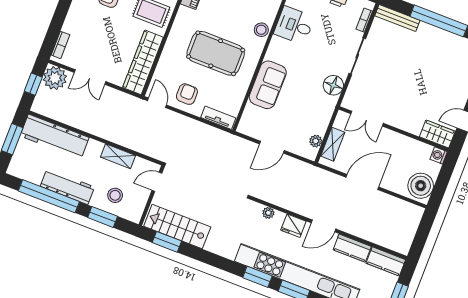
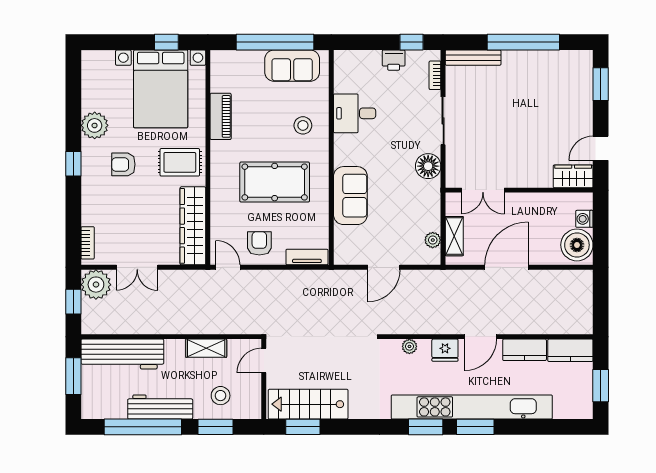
stool: (261, 30) -> (303, 125), moved
washing machine: (439, 155) -> (584, 219), moved

